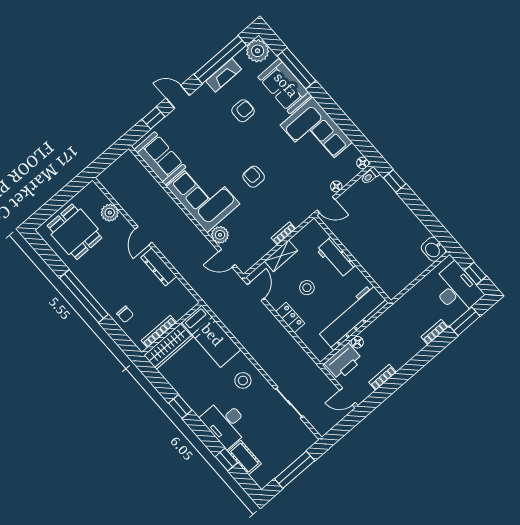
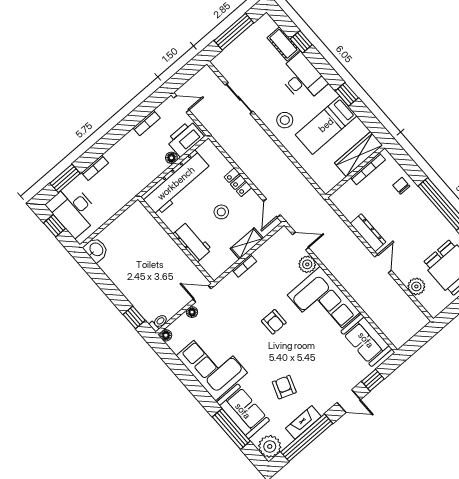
armchair: (243, 111) -> (284, 387), turned 110
bed: (211, 336) -> (326, 125), moved, turned -90

